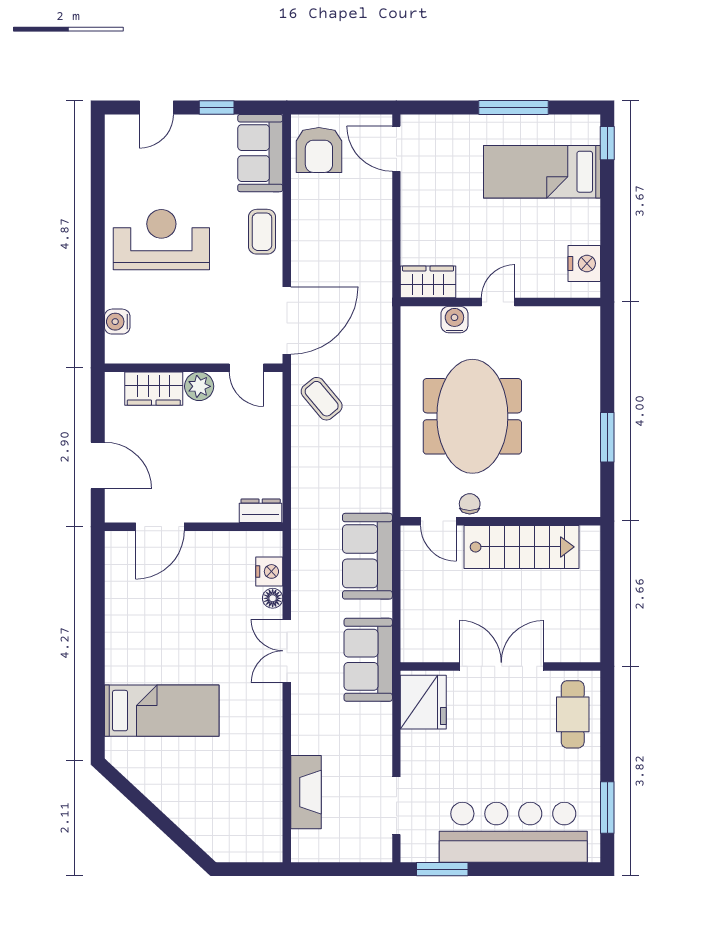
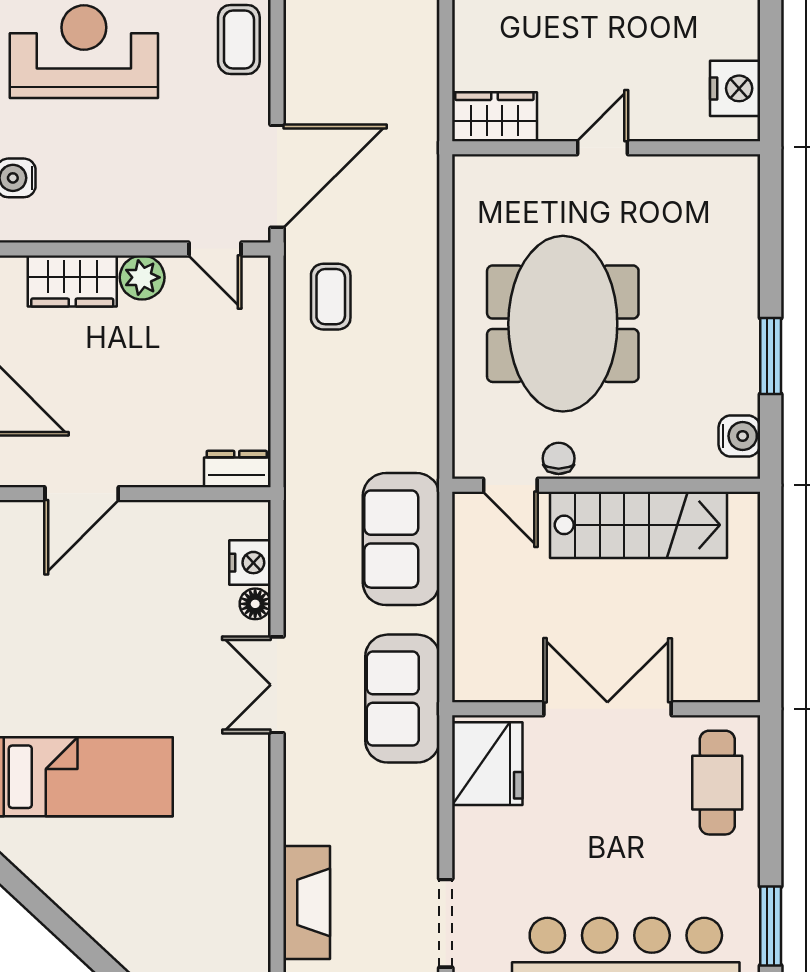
water cooler: (454, 320) -> (739, 436), moved, turned 90
coffee table: (322, 399) -> (331, 297), turned 40

